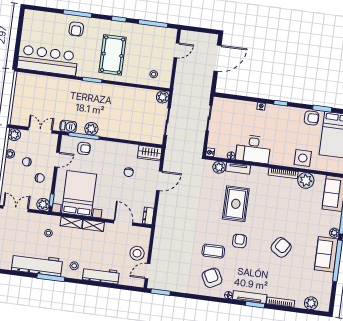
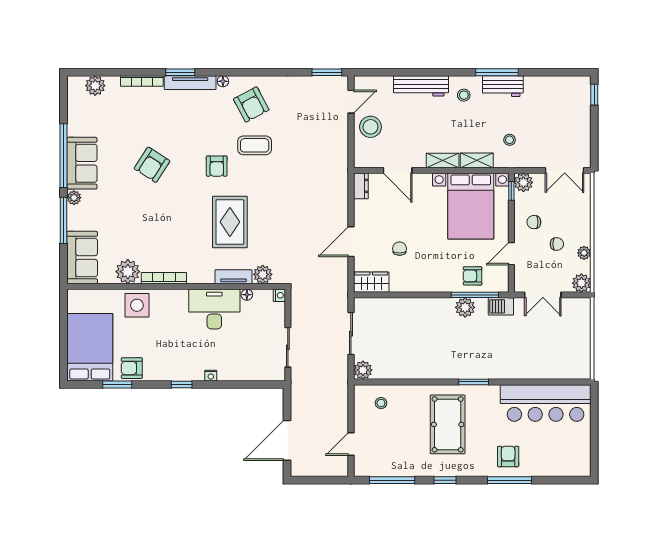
workbench: (37, 265) -> (503, 86), width x0.53, depth x0.76

